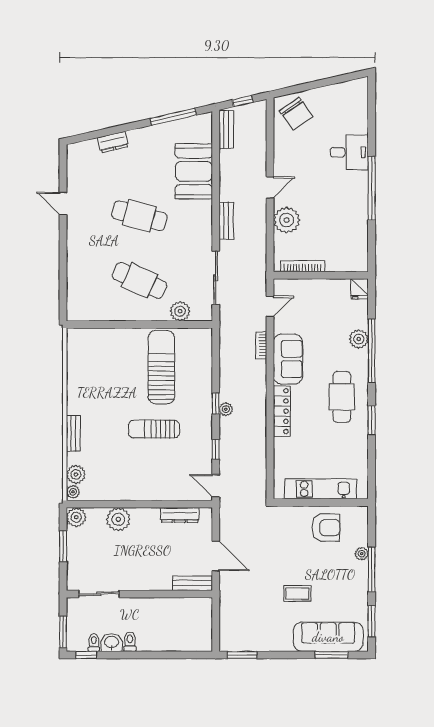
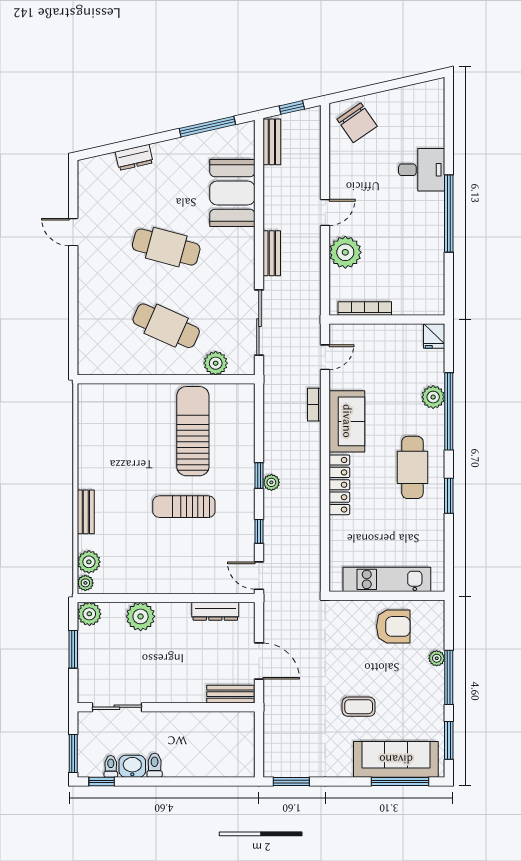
window: (331, 655) -> (400, 781), width x1.44

